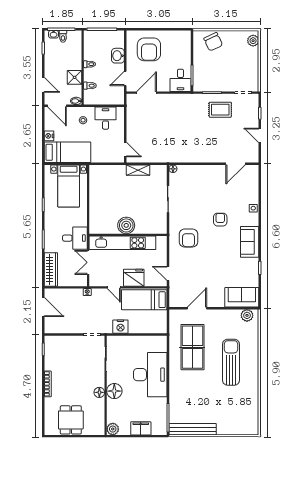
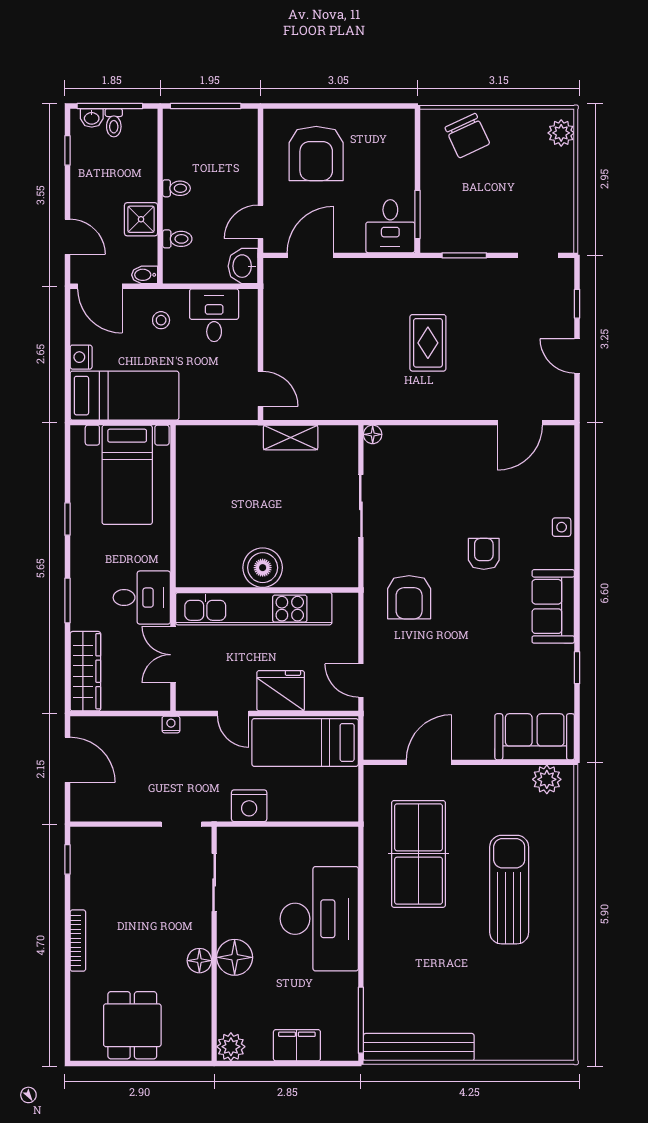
washbasin: (118, 56) -> (243, 266), moved
rug: (220, 110) -> (428, 343), moved, turned 90

